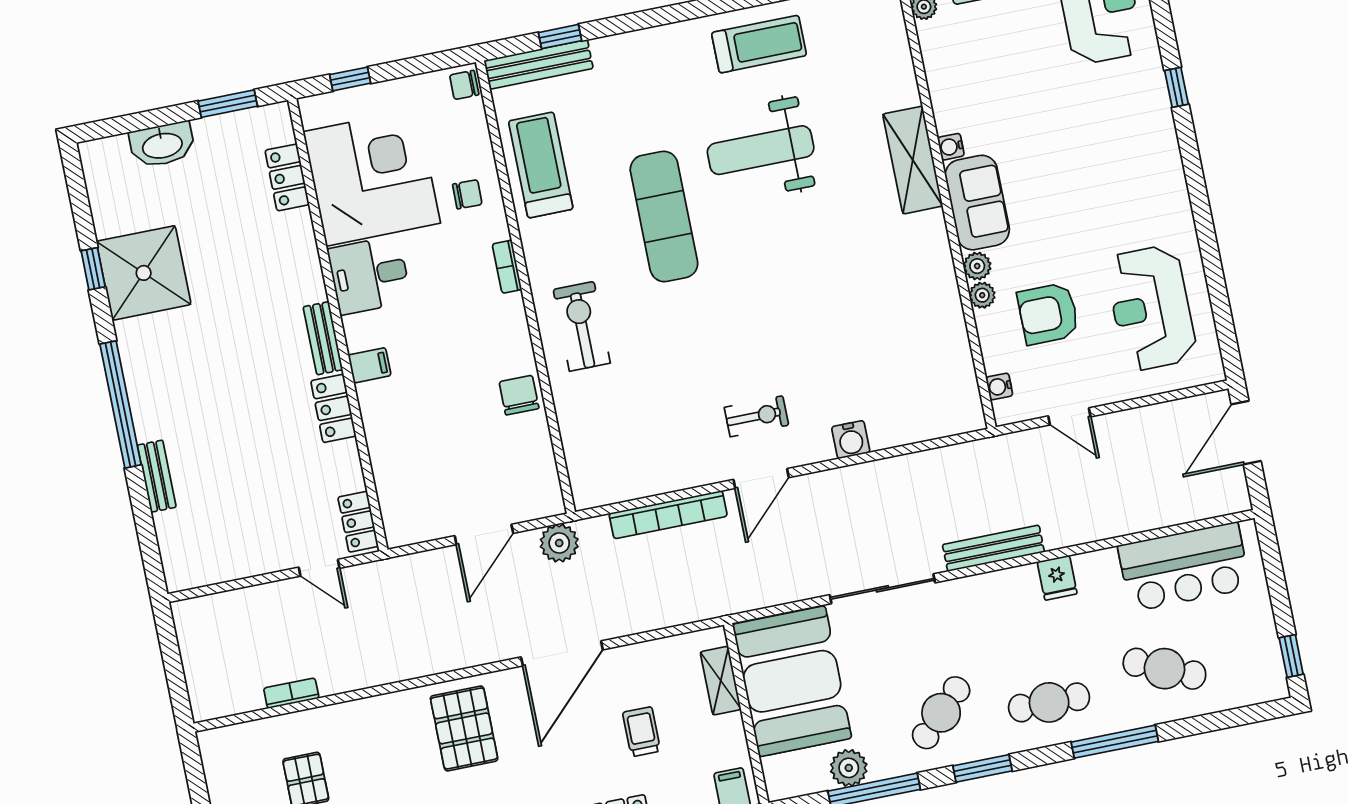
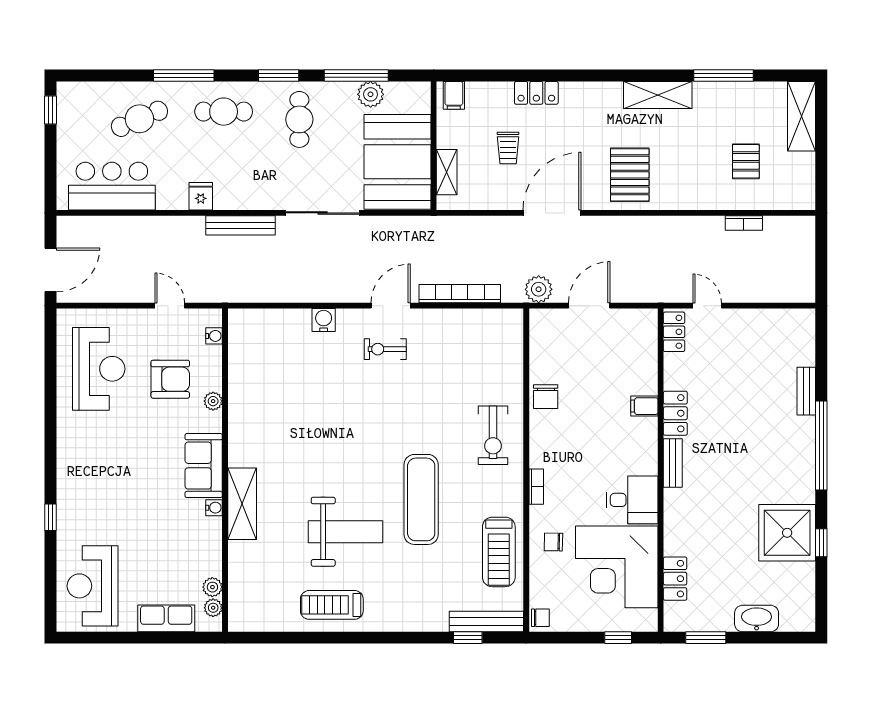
plant: (977, 266) -> (212, 587), moved
filing cabinet: (370, 365) -> (644, 406), moved
cafe table: (1164, 669) -> (139, 119), turned -47
cafe table: (941, 713) -> (299, 119), turned -45

